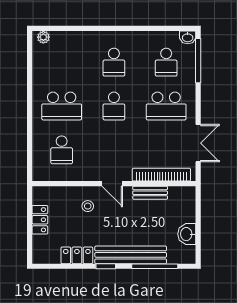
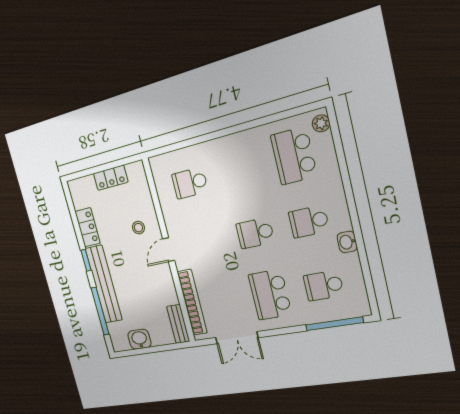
washbasin: (188, 37) -> (347, 242), moved
school desk: (62, 106) -> (294, 156), moved
bench: (150, 193) -> (178, 324), moved

